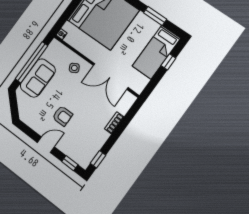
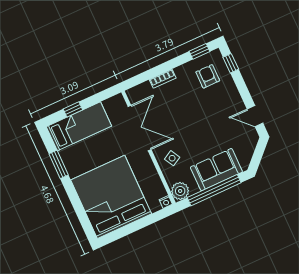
plant: (56, 48) -> (180, 191), added
armchair: (62, 116) -> (208, 76), moved
door: (46, 145) -> (255, 116), moved

